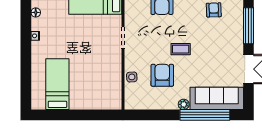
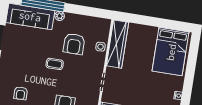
wardrobe: (113, 83) -> (118, 44), added
bed: (57, 84) -> (171, 52), width x1.50

